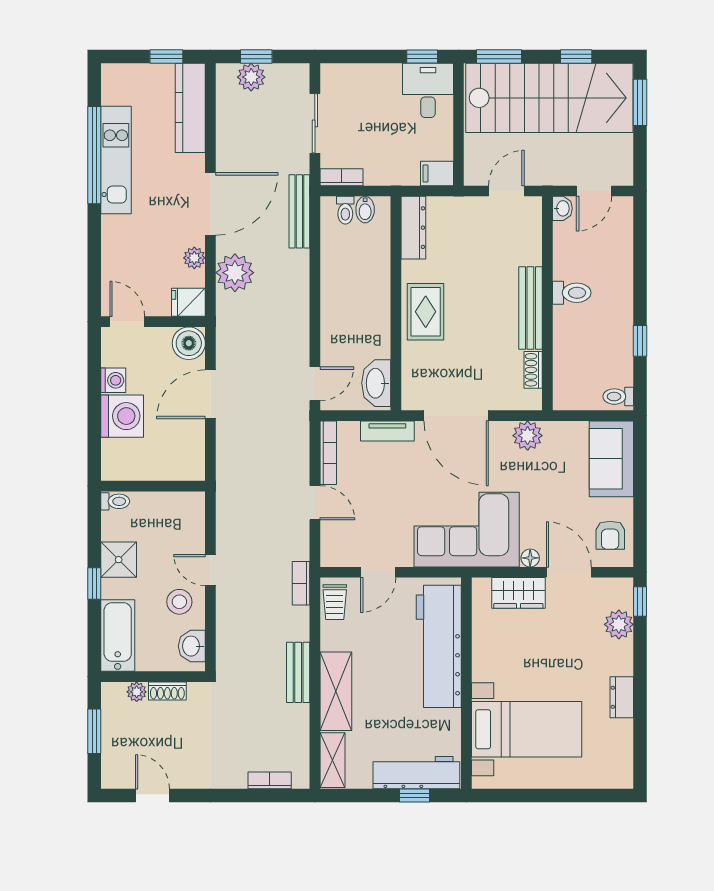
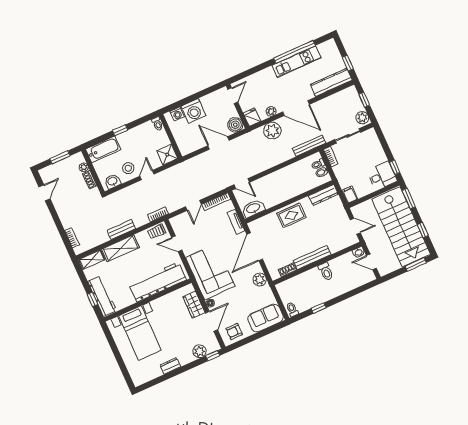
plant: (251, 77) -> (362, 118), moved
washing machine: (113, 380) -> (177, 114), moved
shower: (119, 560) -> (167, 155), moved

